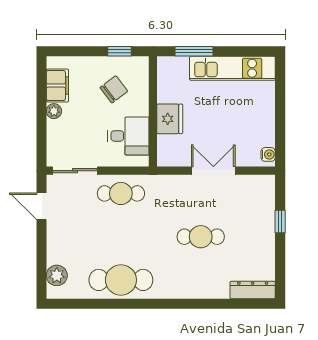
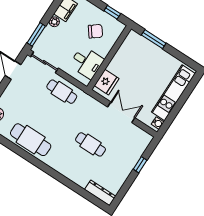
kitchen unit: (232, 68) -> (173, 93), moved, turned 90
fridge: (170, 119) -> (107, 82), moved
window: (41, 142) -> (36, 34), added

